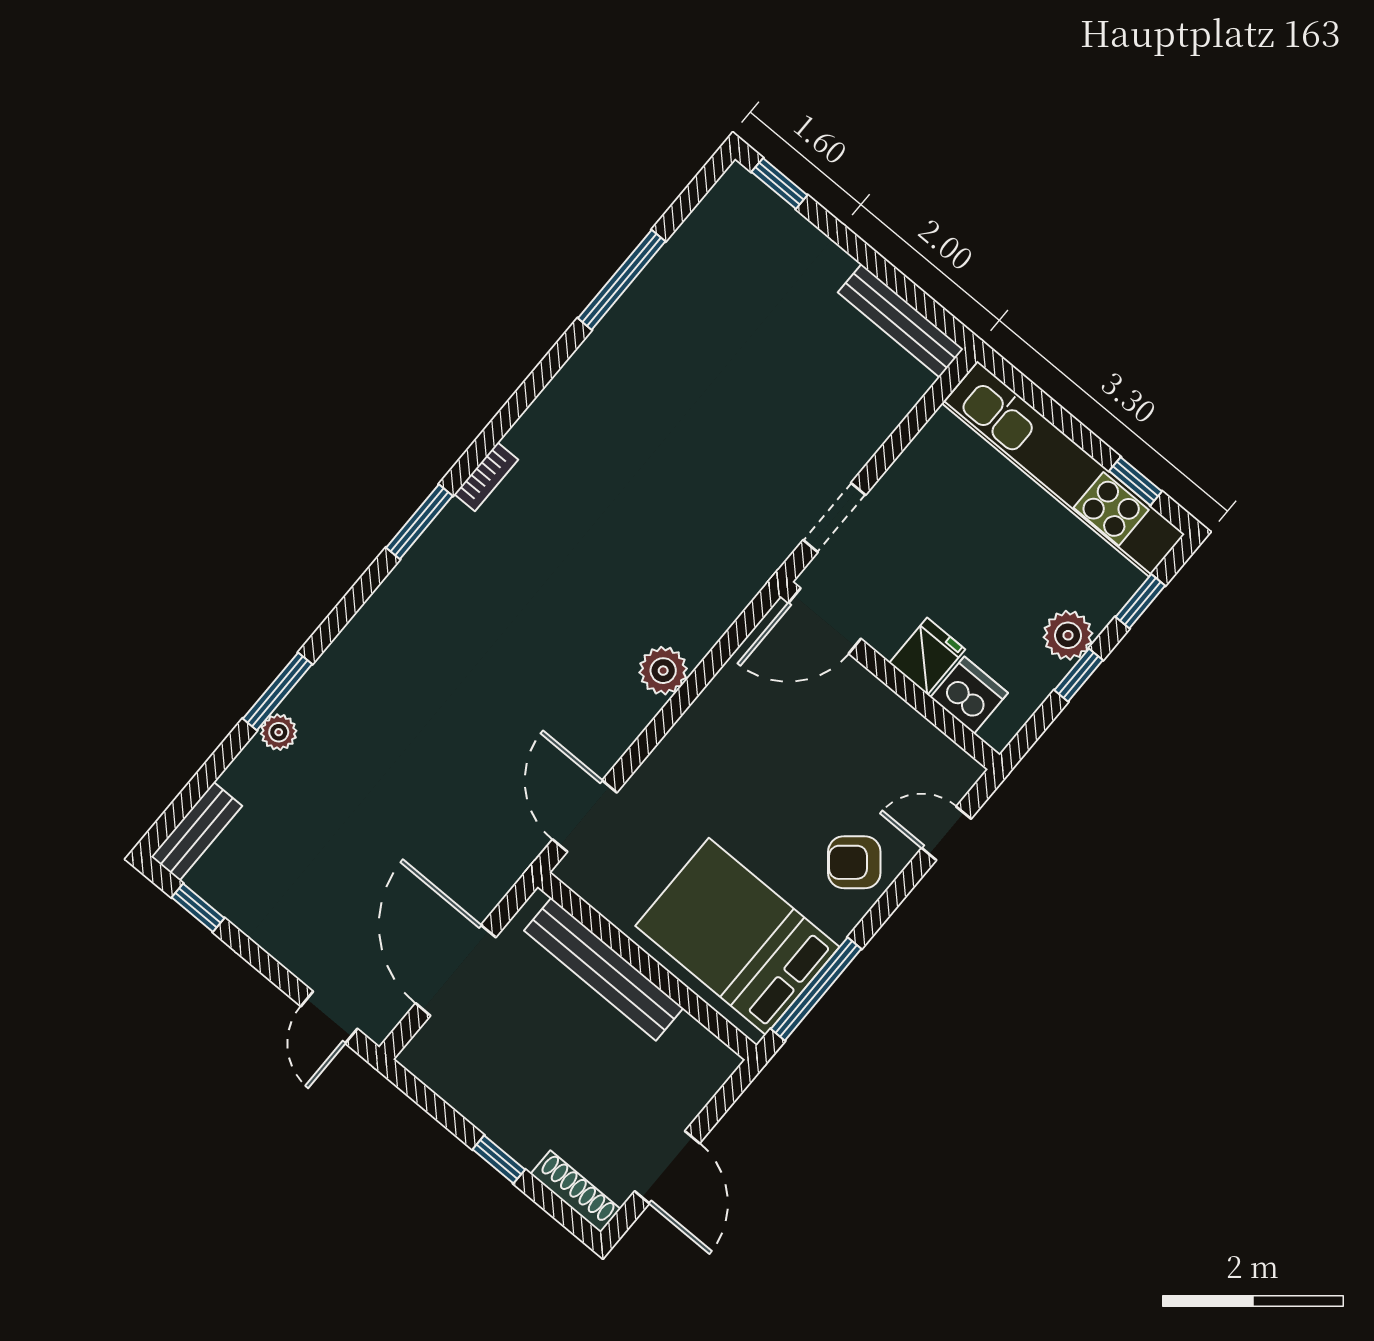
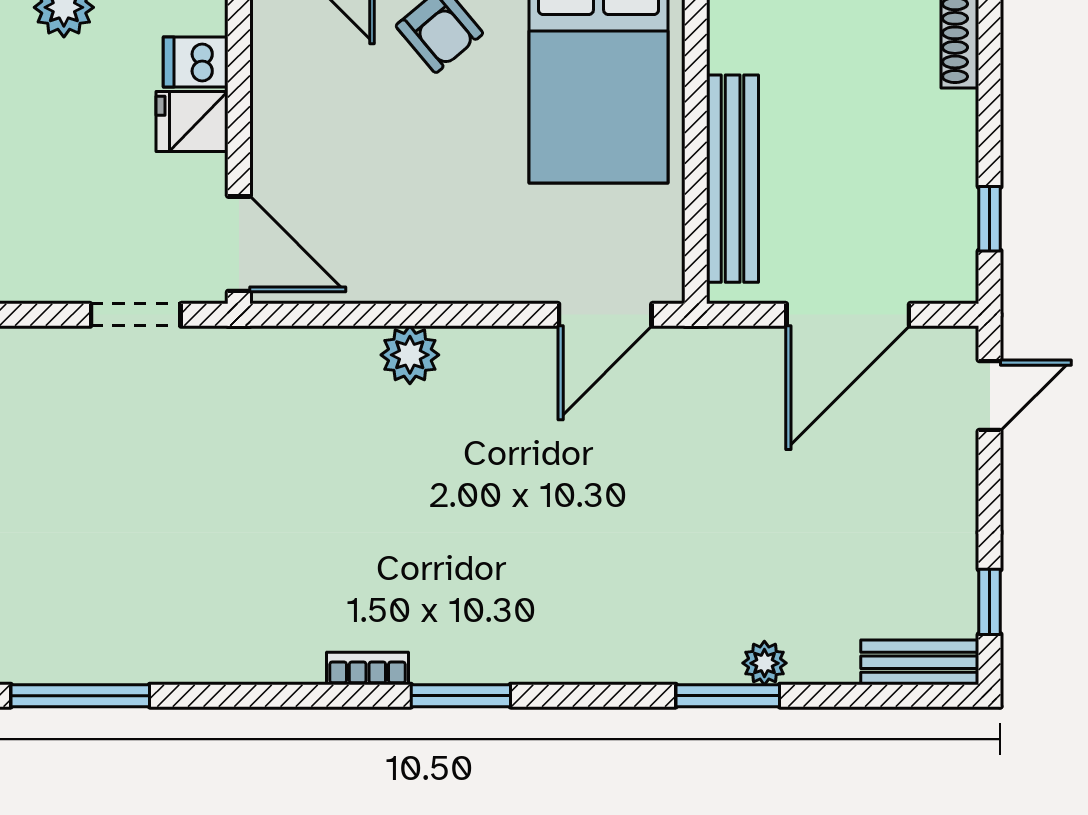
dishwasher: (969, 695) -> (196, 62), width x0.73
window: (499, 1159) -> (990, 219), moved

